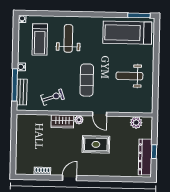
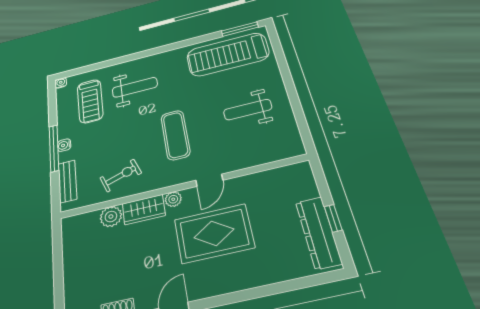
weight bench: (68, 38) -> (135, 87), turned 90
window: (15, 85) -> (54, 148), moved
door: (100, 114) -> (209, 180), hinge flipped
plant: (136, 123) -> (111, 217), moved
rug: (96, 144) -> (214, 233), width x1.36, depth x1.43

